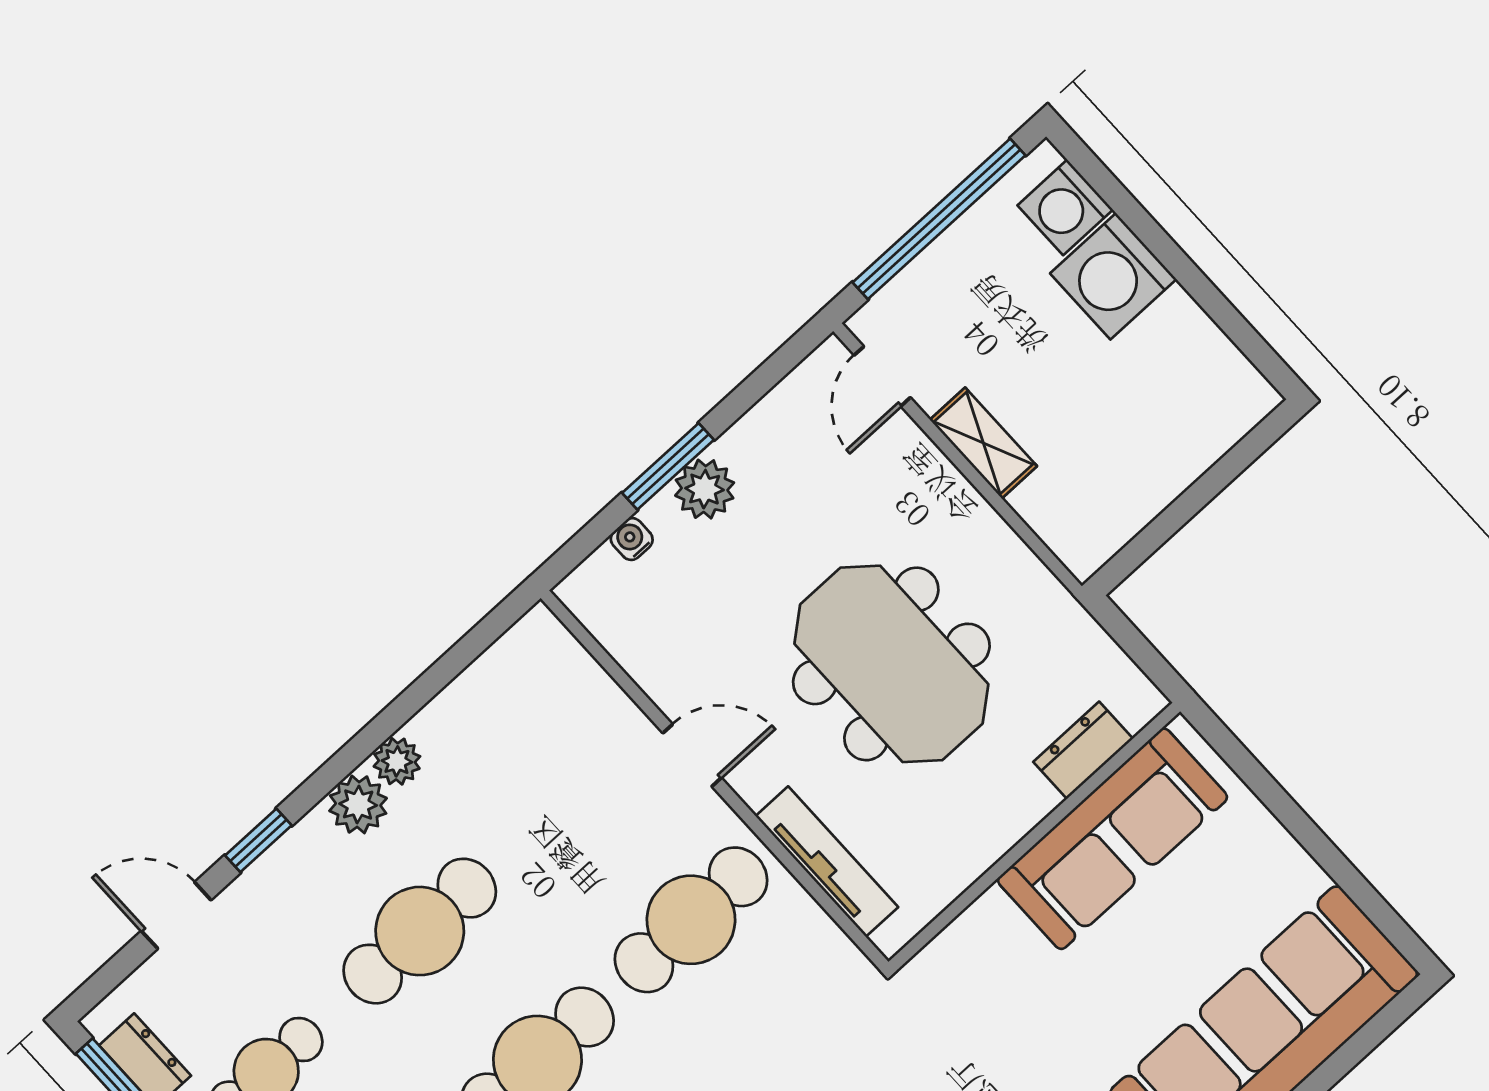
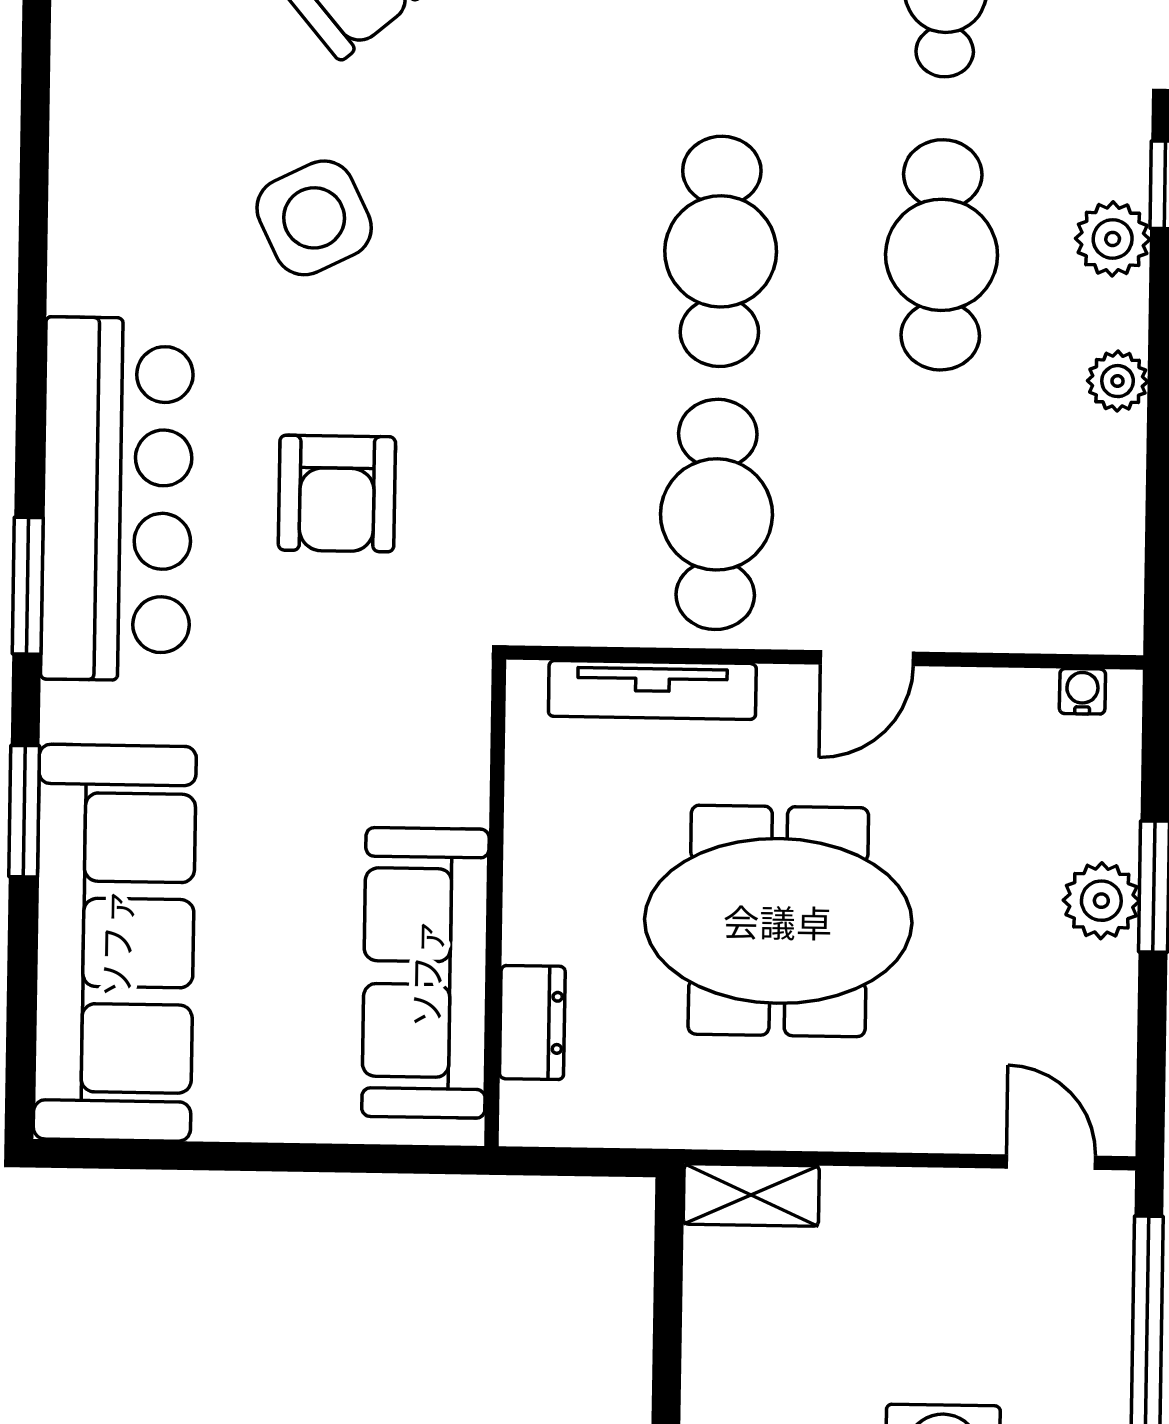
shelving: (983, 443) -> (751, 1195), moved
water cooler: (632, 539) -> (1082, 691), moved, turned -90
plant: (358, 804) -> (1113, 239), moved

